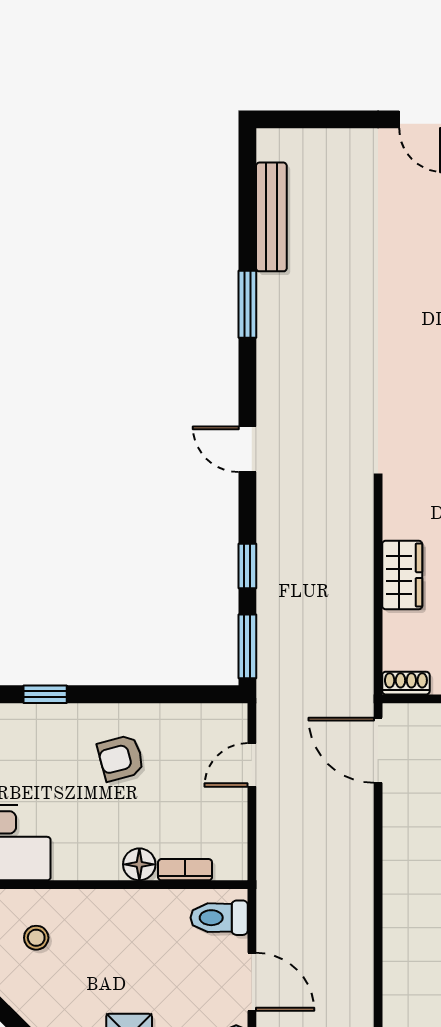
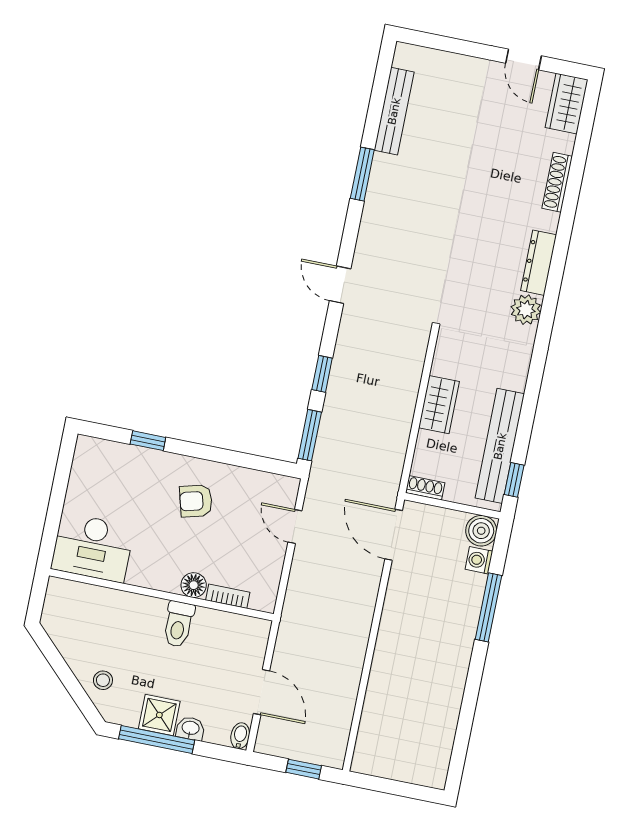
door: (252, 765) -> (295, 527), hinge flipped
toilet: (219, 918) -> (178, 624), moved, turned -90
stool: (36, 938) -> (103, 680), moved

